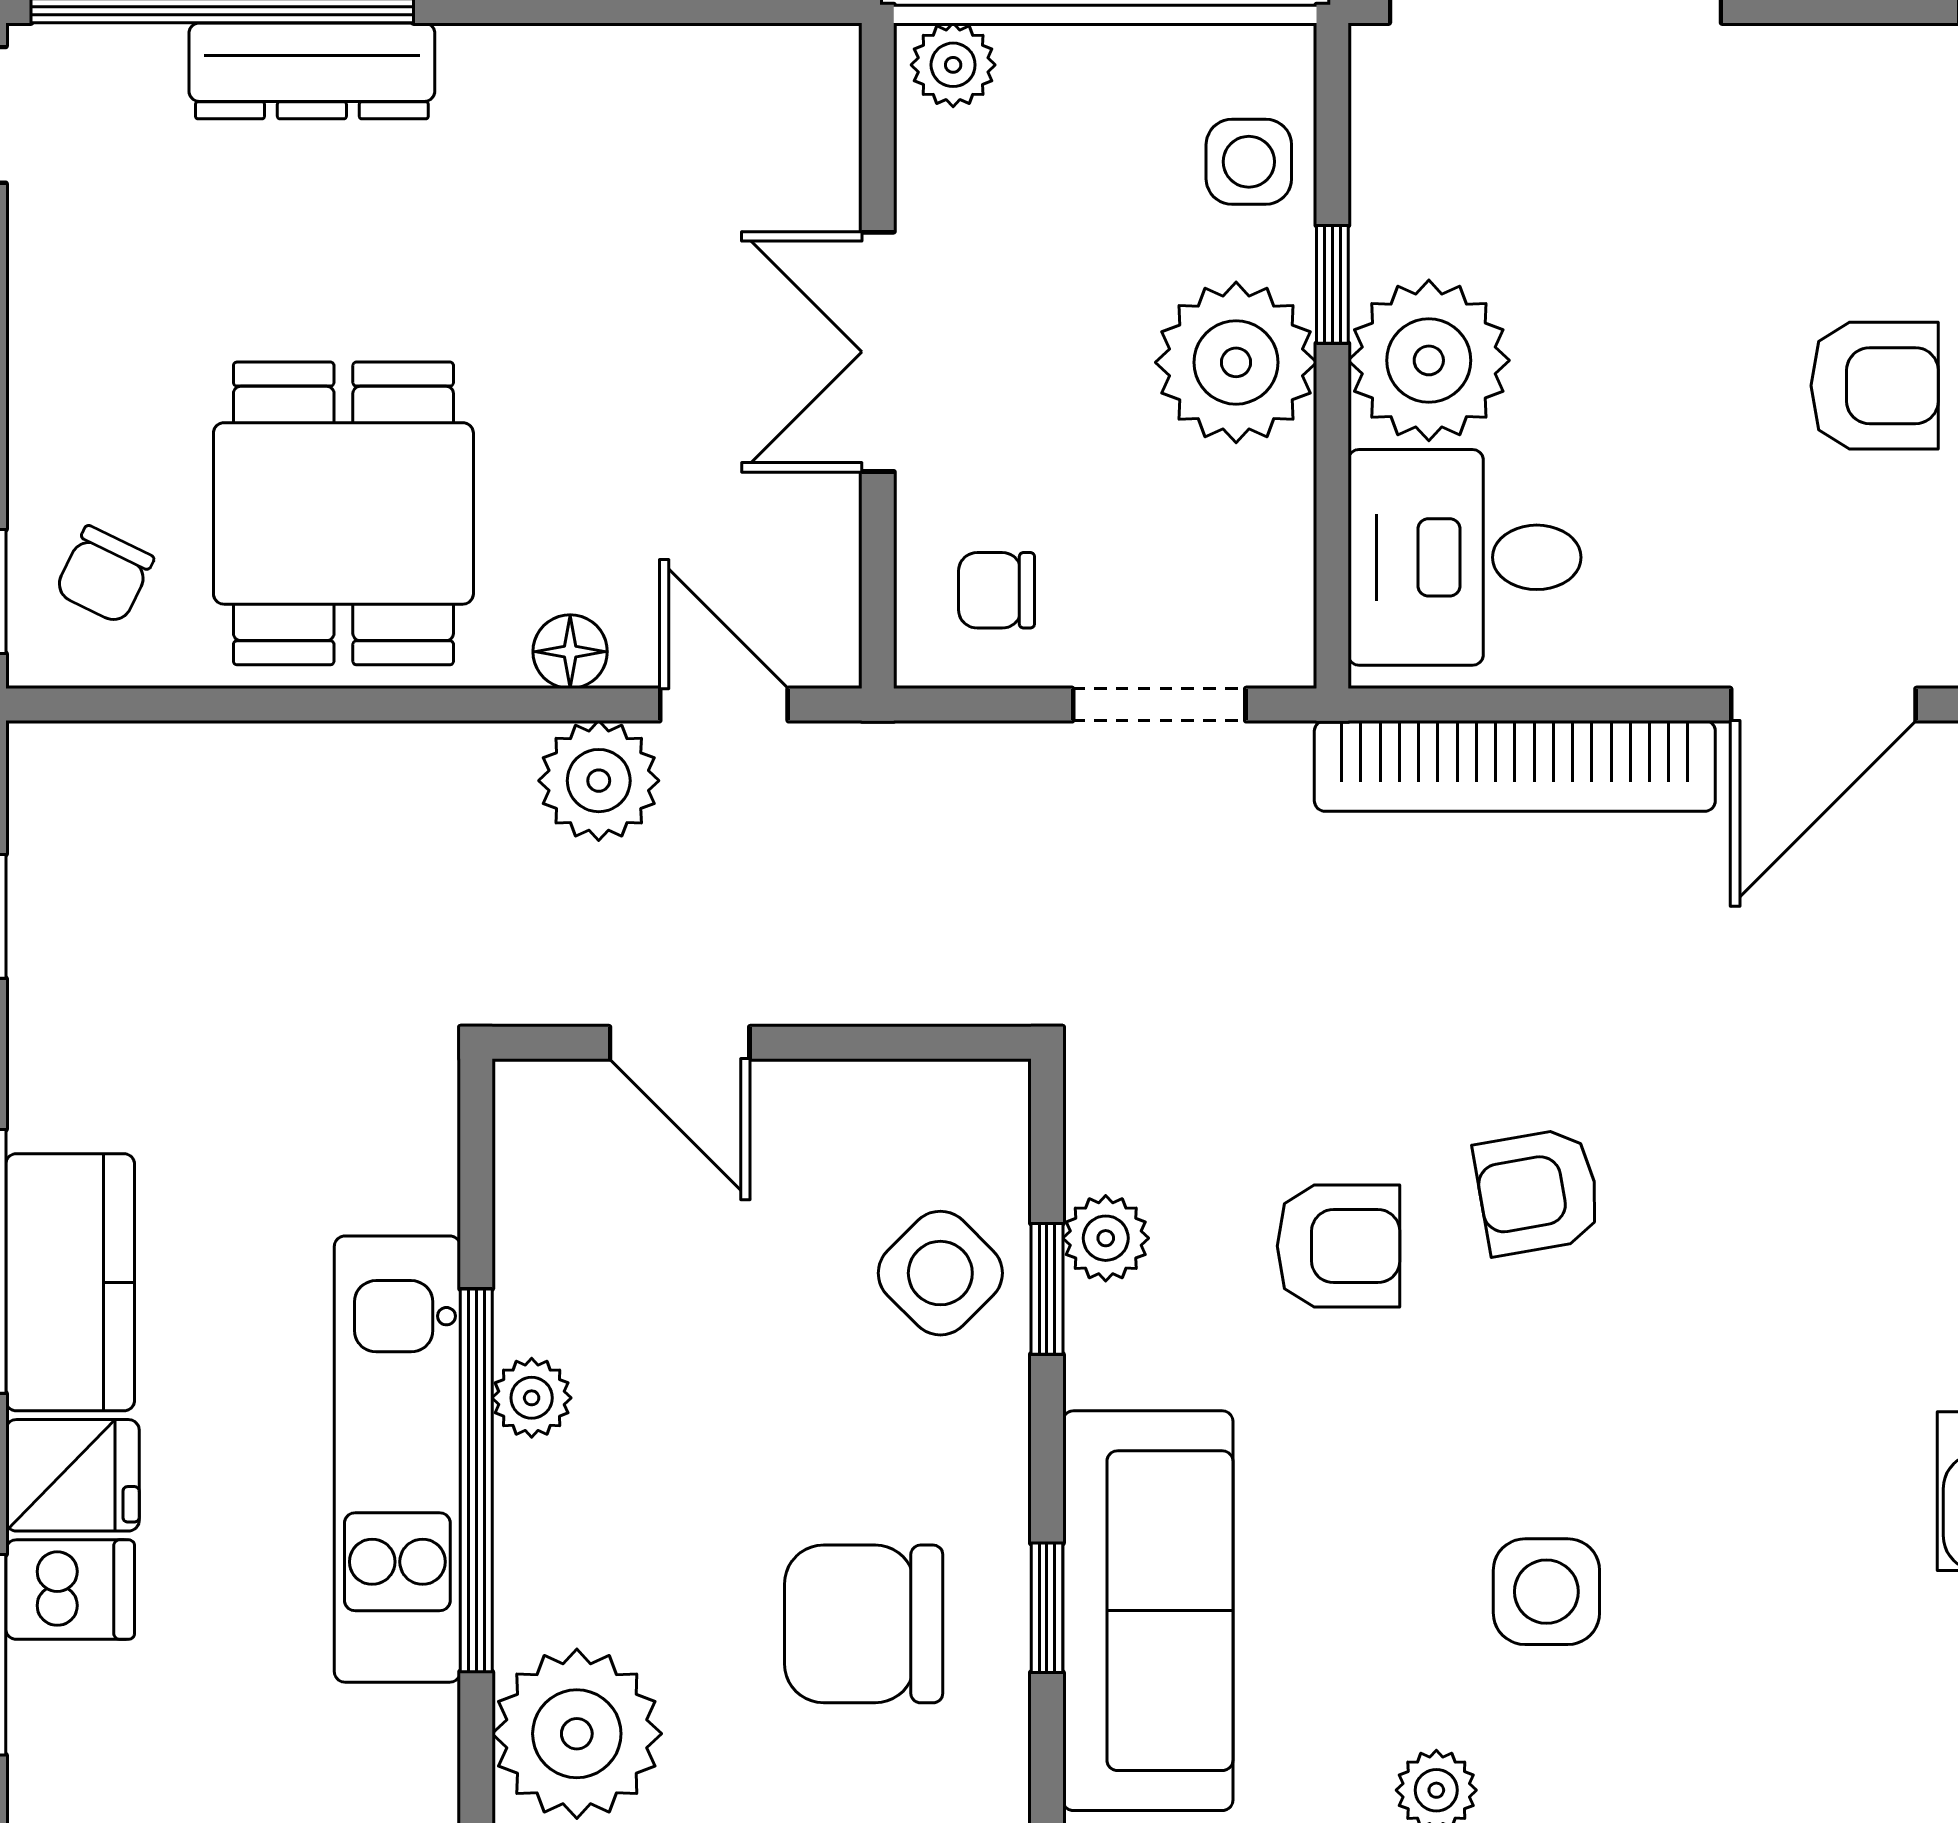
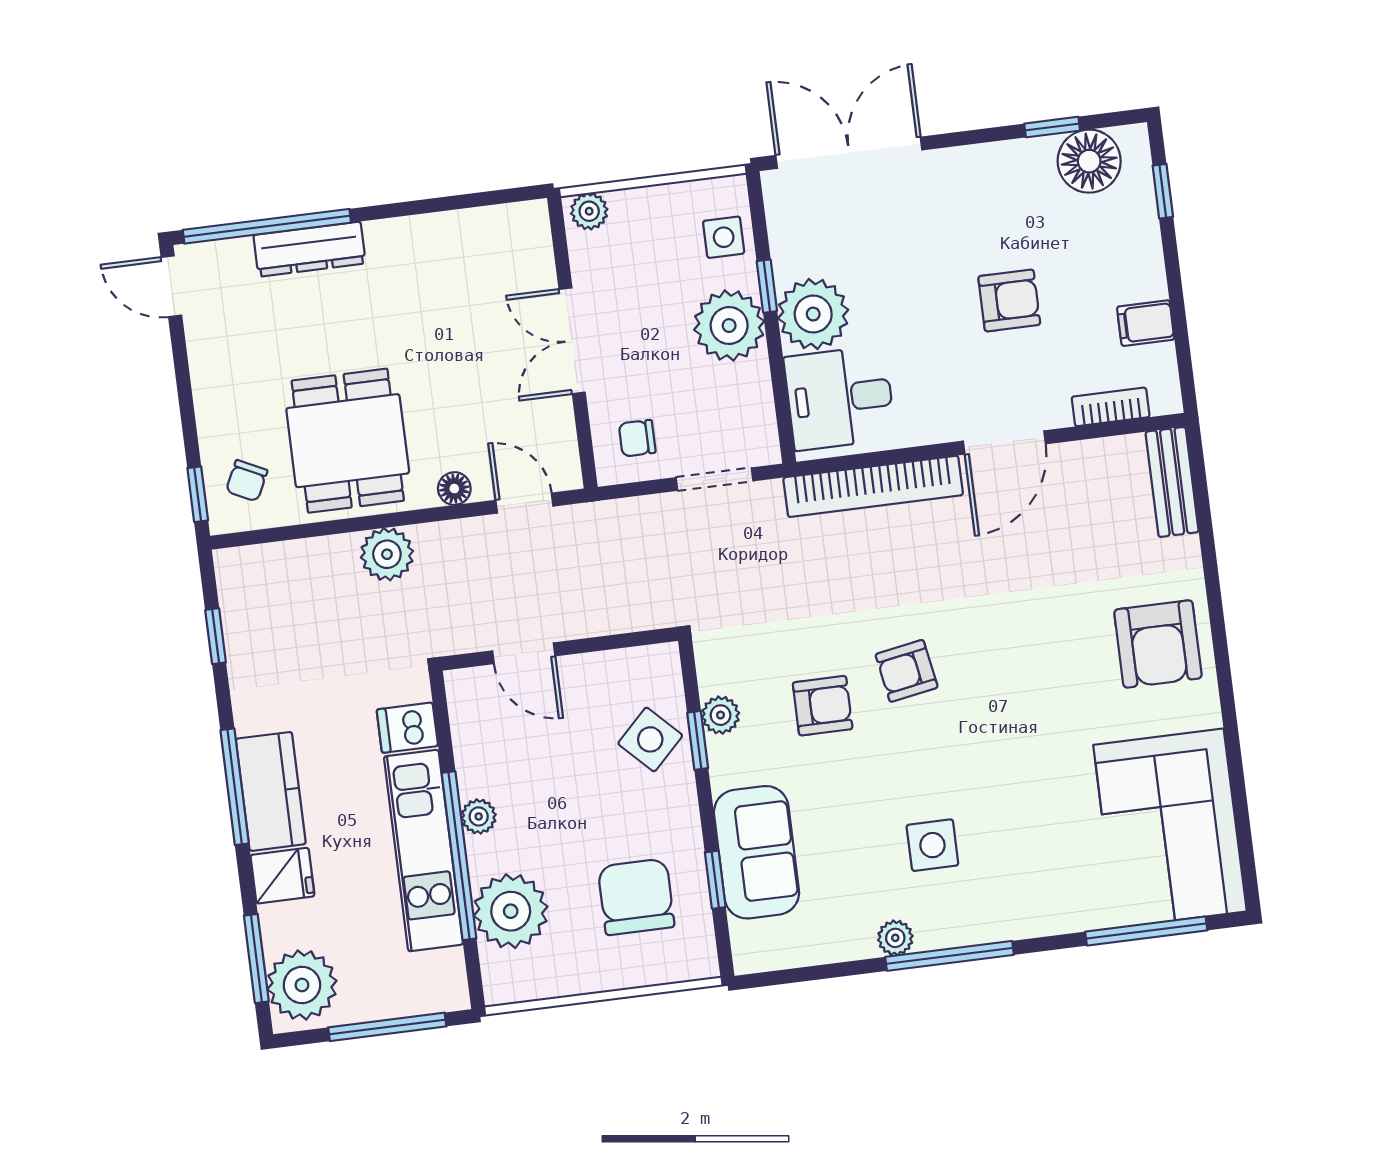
plant: (599, 781) -> (387, 554), moved
dishwasher: (70, 1590) -> (407, 728), moved, turned 180
sofa: (1148, 1611) -> (757, 852), width x0.73
chair: (864, 1624) -> (636, 897), turned 90
plant: (85, 1727) -> (302, 985), added
plant: (577, 1734) -> (511, 911), moved

